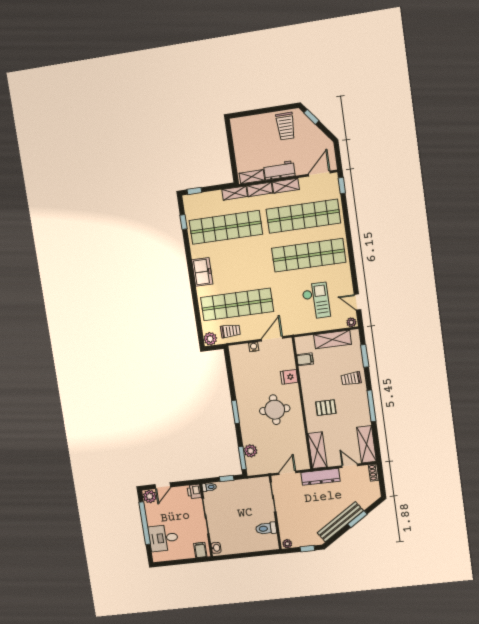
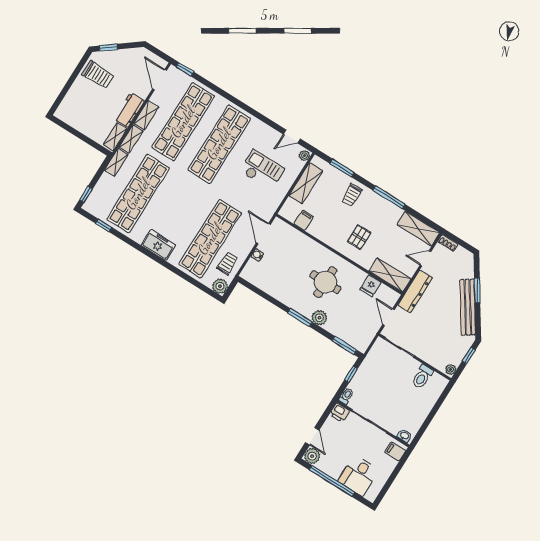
fridge: (289, 377) -> (370, 286), moved
plant: (251, 451) -> (319, 318), moved

